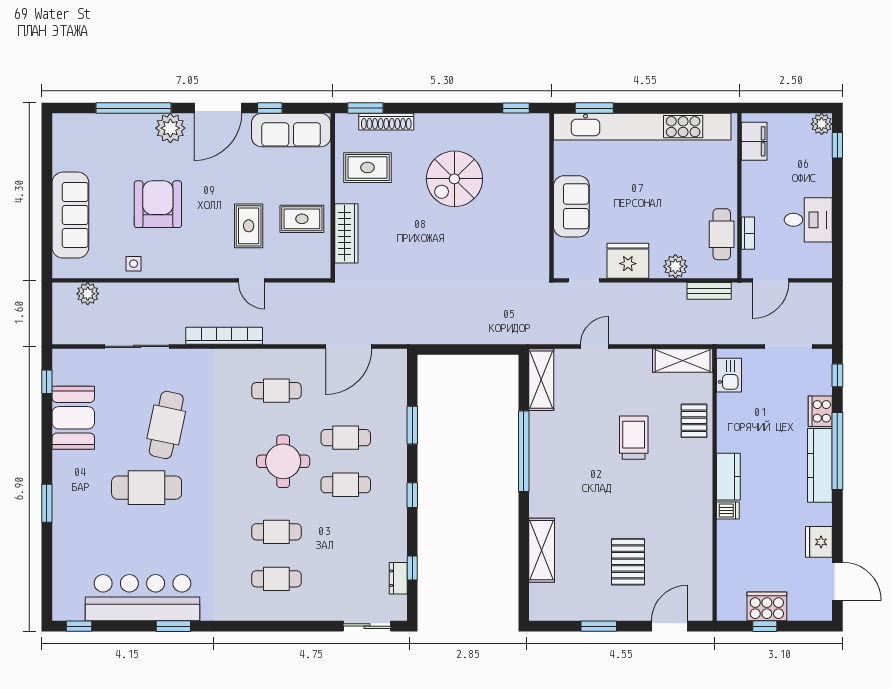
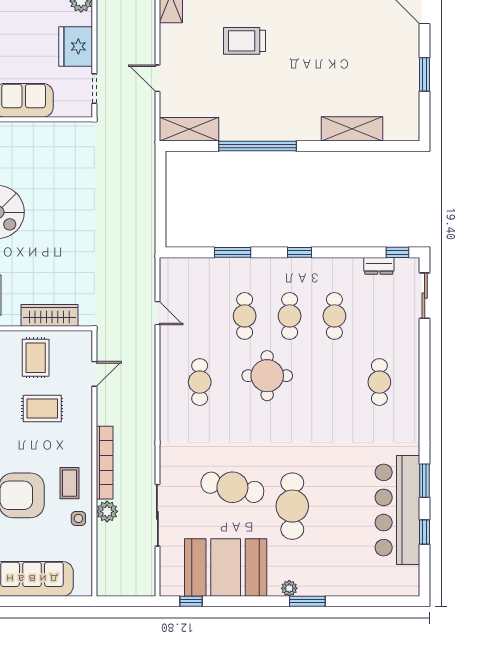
coffee table: (171, 254) -> (69, 483), added
door: (252, 280) -> (94, 374), moved
plant: (88, 294) -> (107, 511), moved
bookcase: (224, 336) -> (105, 463), moved, turned 180
door: (349, 346) -> (157, 313), width x0.53
booth: (73, 418) -> (226, 568), width x1.36, depth x1.42
plant: (61, 484) -> (289, 588), added
cafe table: (276, 532) -> (334, 316), moved
pallet: (628, 562) -> (363, 46), removed
window: (412, 568) -> (397, 252), moved
window: (79, 626) -> (425, 532), moved

